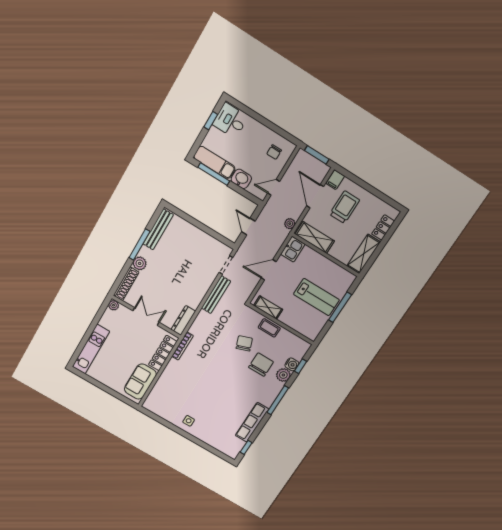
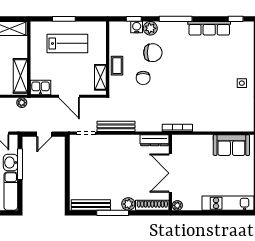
window: (214, 174) -> (20, 164), moved
lab bench: (316, 297) -> (67, 43), turned 90
window: (340, 307) -> (64, 19), width x0.69
double door: (146, 317) -> (170, 173), width x1.37
chair: (244, 343) -> (143, 78), turned -70
locker: (163, 353) -> (194, 141), removed
chair: (261, 365) -> (153, 53), turned 180

